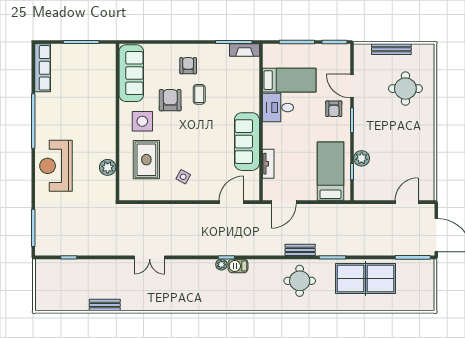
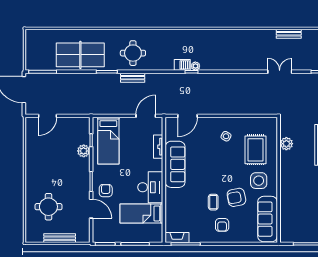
armchair: (170, 100) -> (236, 197), turned 79
desk: (278, 108) -> (150, 187), width x1.37
double door: (150, 257) -> (280, 72), moved

